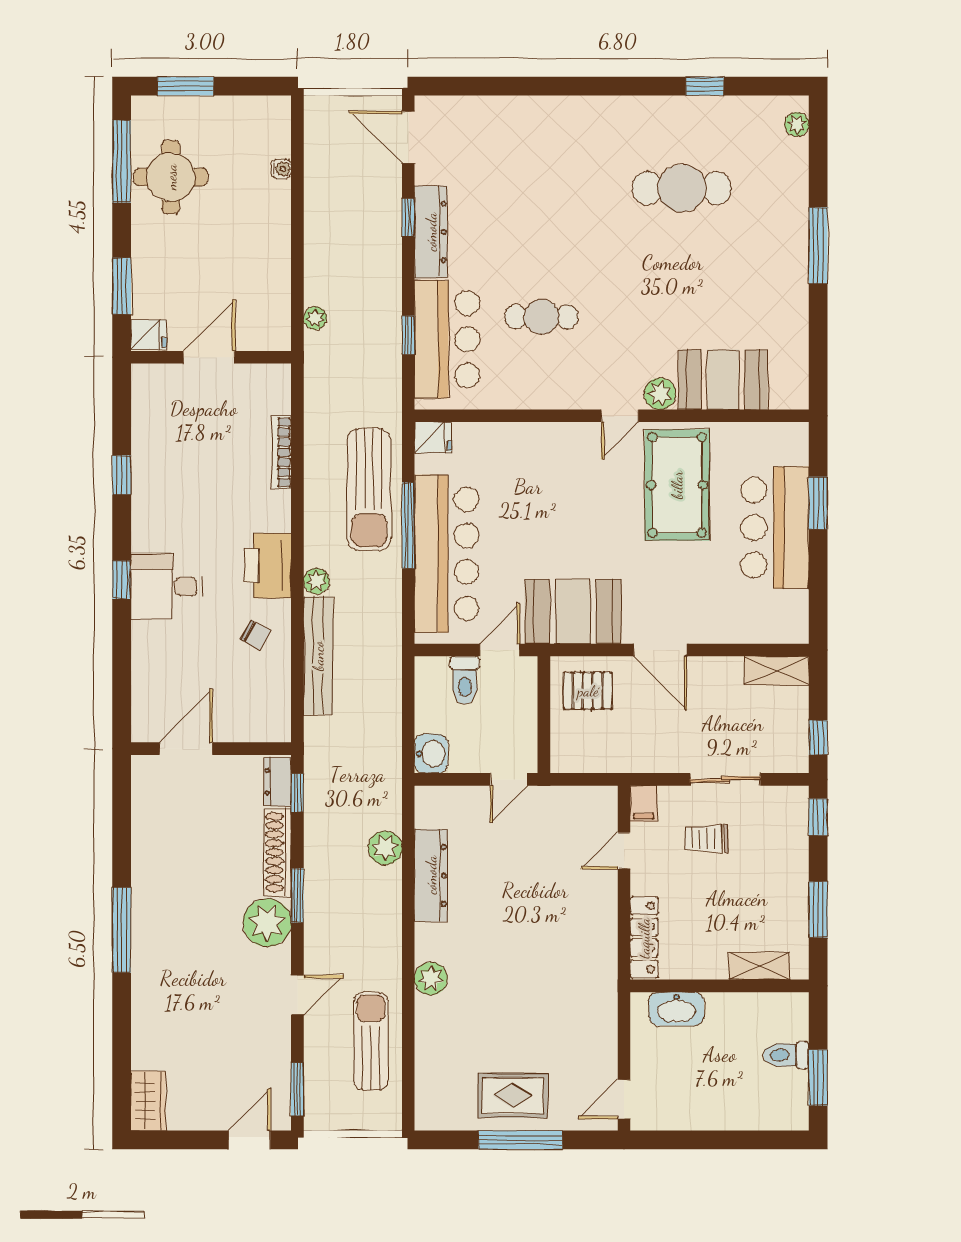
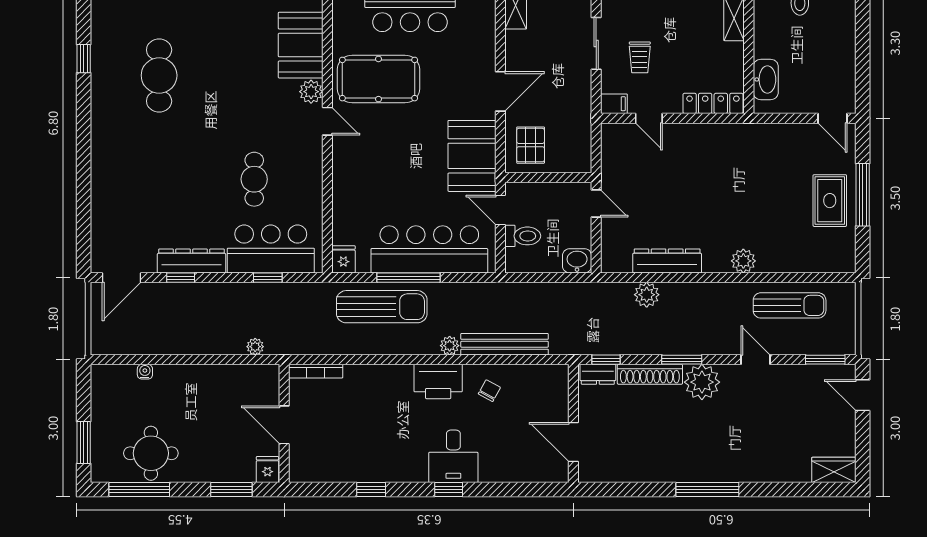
bookcase: (282, 452) -> (316, 371), moved
sun lounger: (371, 1041) -> (790, 305), turned 180

